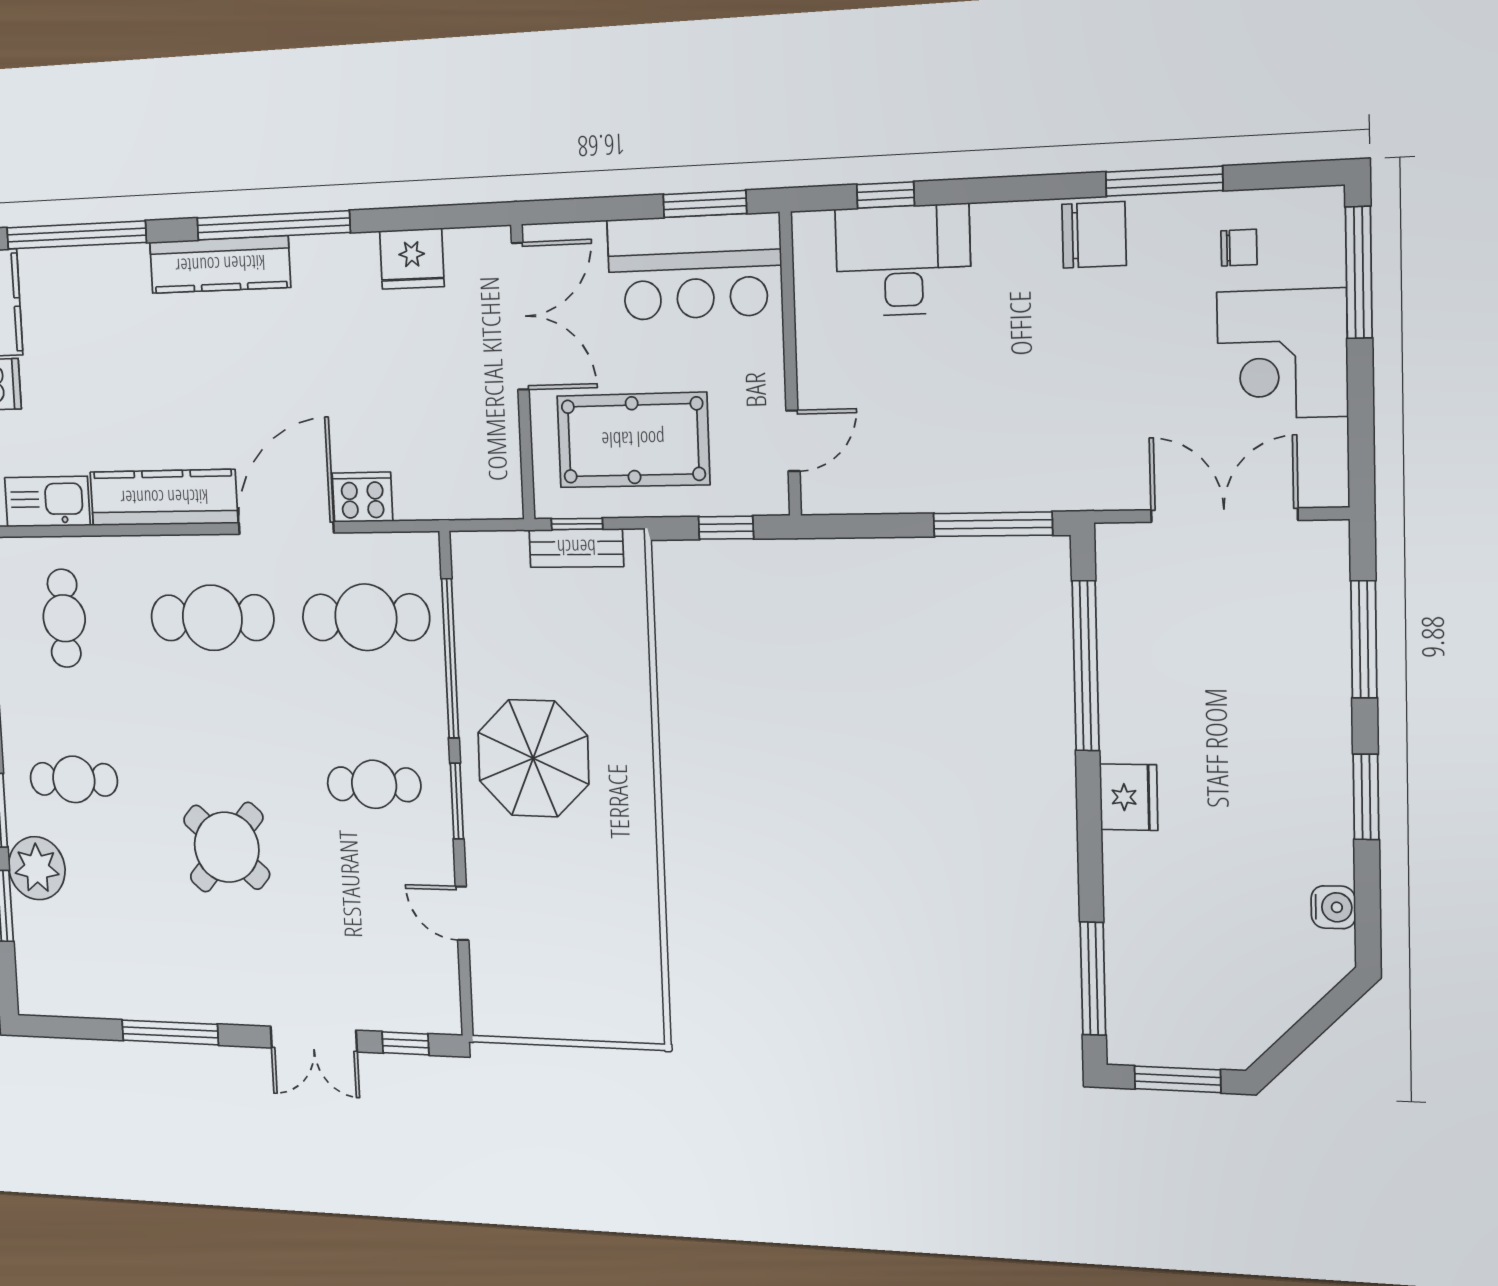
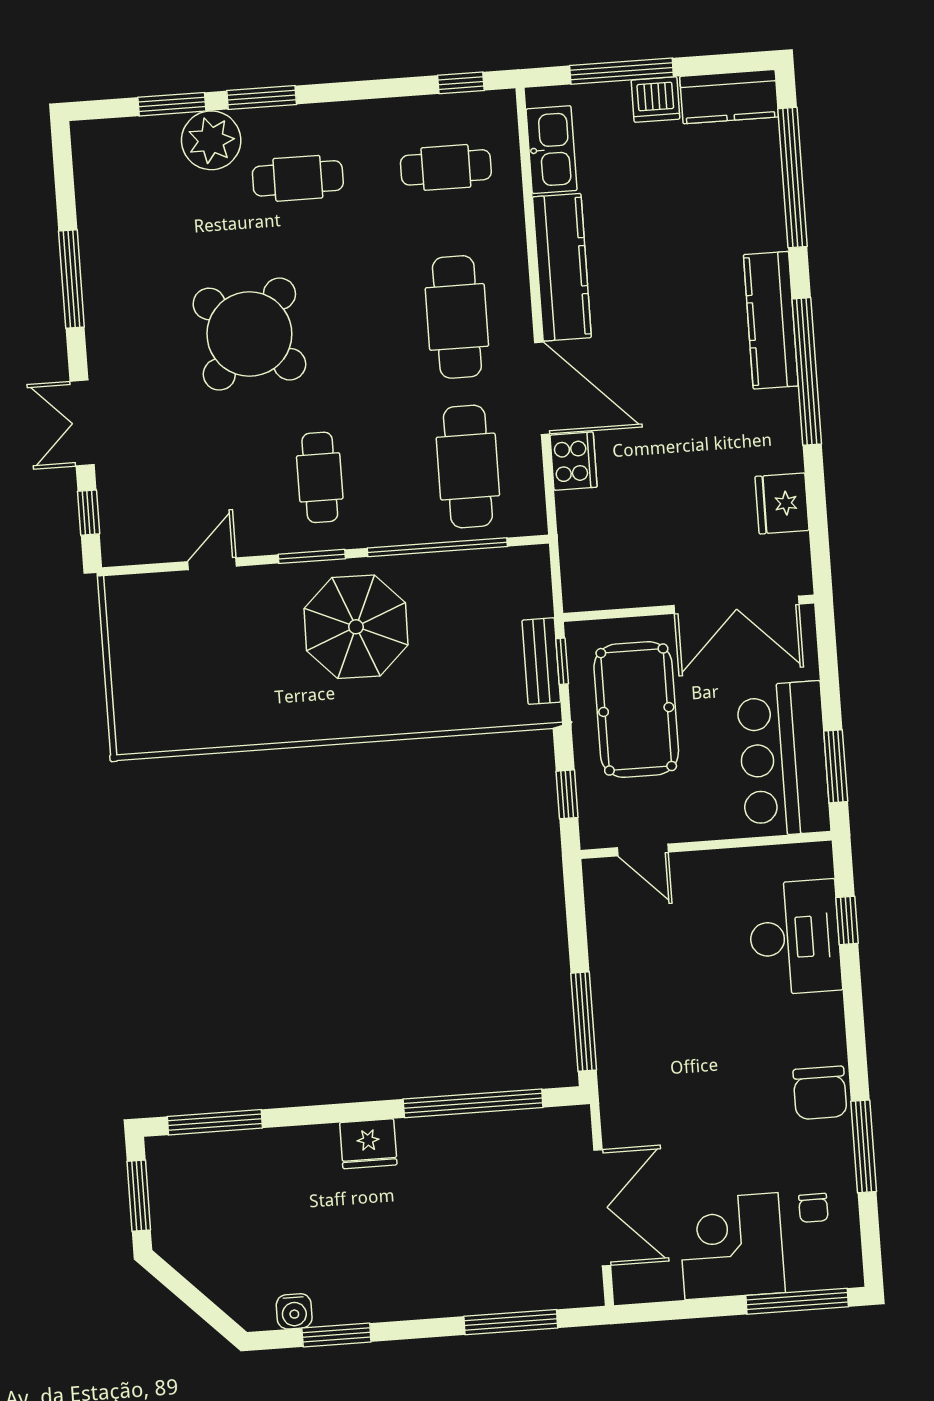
cafe table: (74, 779) -> (298, 178), turned 90
window: (1366, 797) -> (336, 1335), moved
round table: (227, 847) -> (249, 334), width x1.36, depth x1.36

